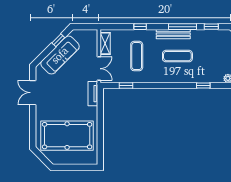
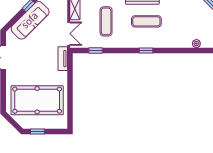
window: (203, 85) -> (146, 50), moved
window: (67, 167) -> (37, 132), added

